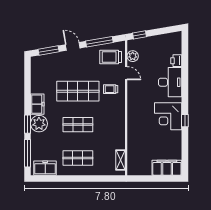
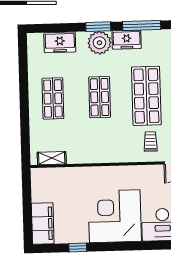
corner desk: (168, 116) -> (115, 216), width x1.36, depth x1.36
window: (185, 121) -> (78, 248), moved
window: (27, 153) -> (142, 25), moved
freezer: (45, 168) -> (60, 42), moved, turned 90

